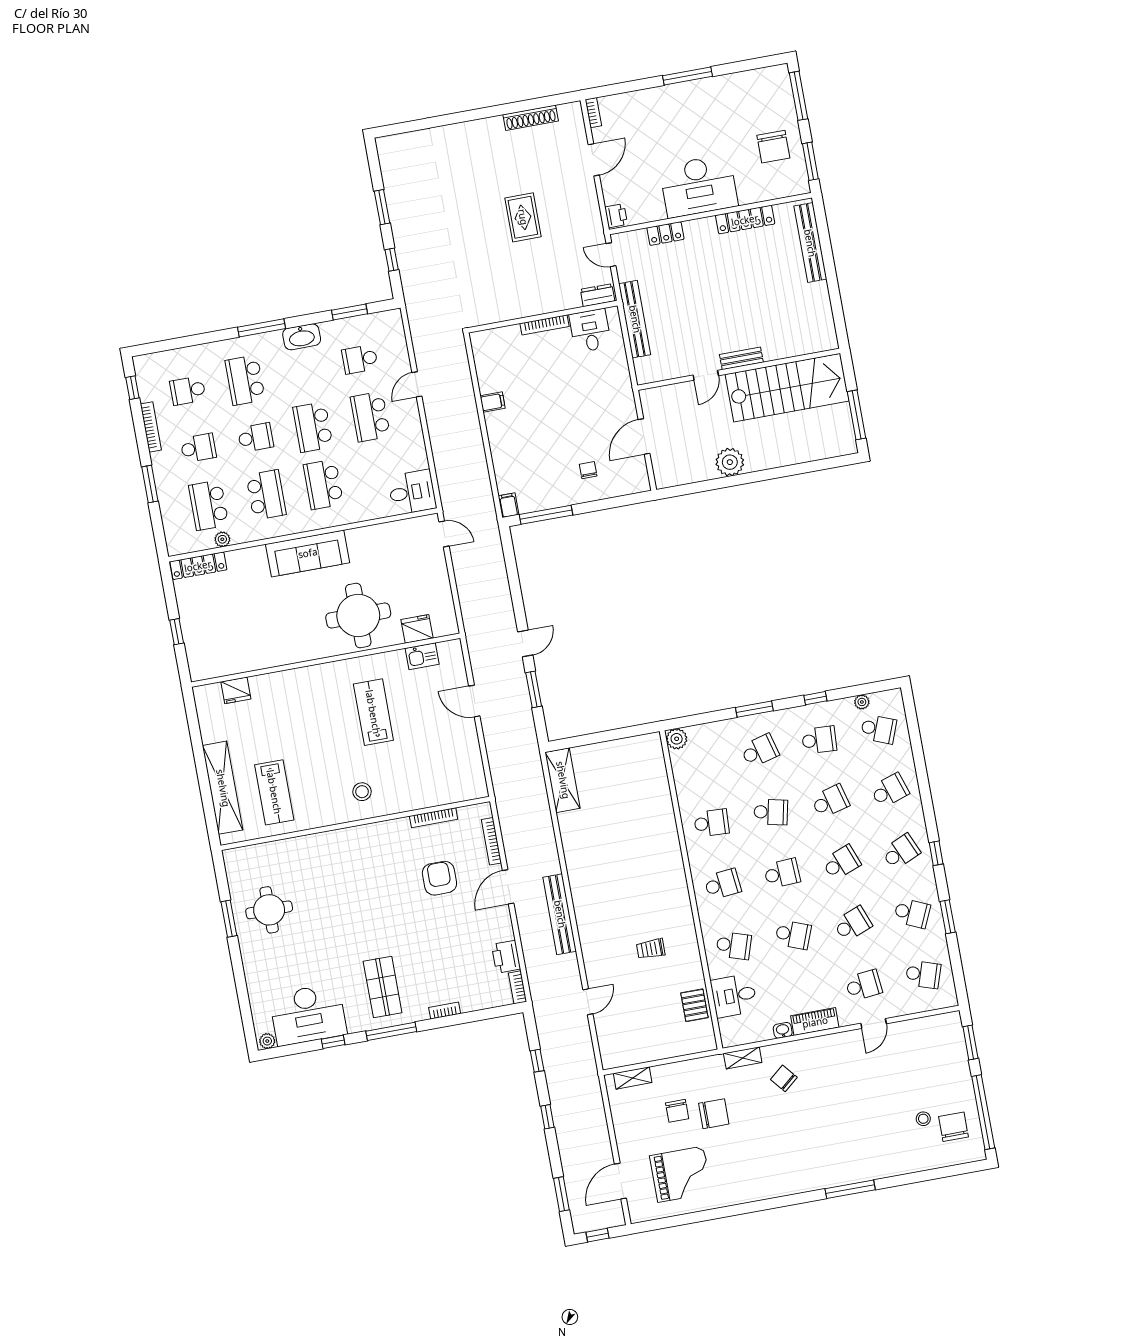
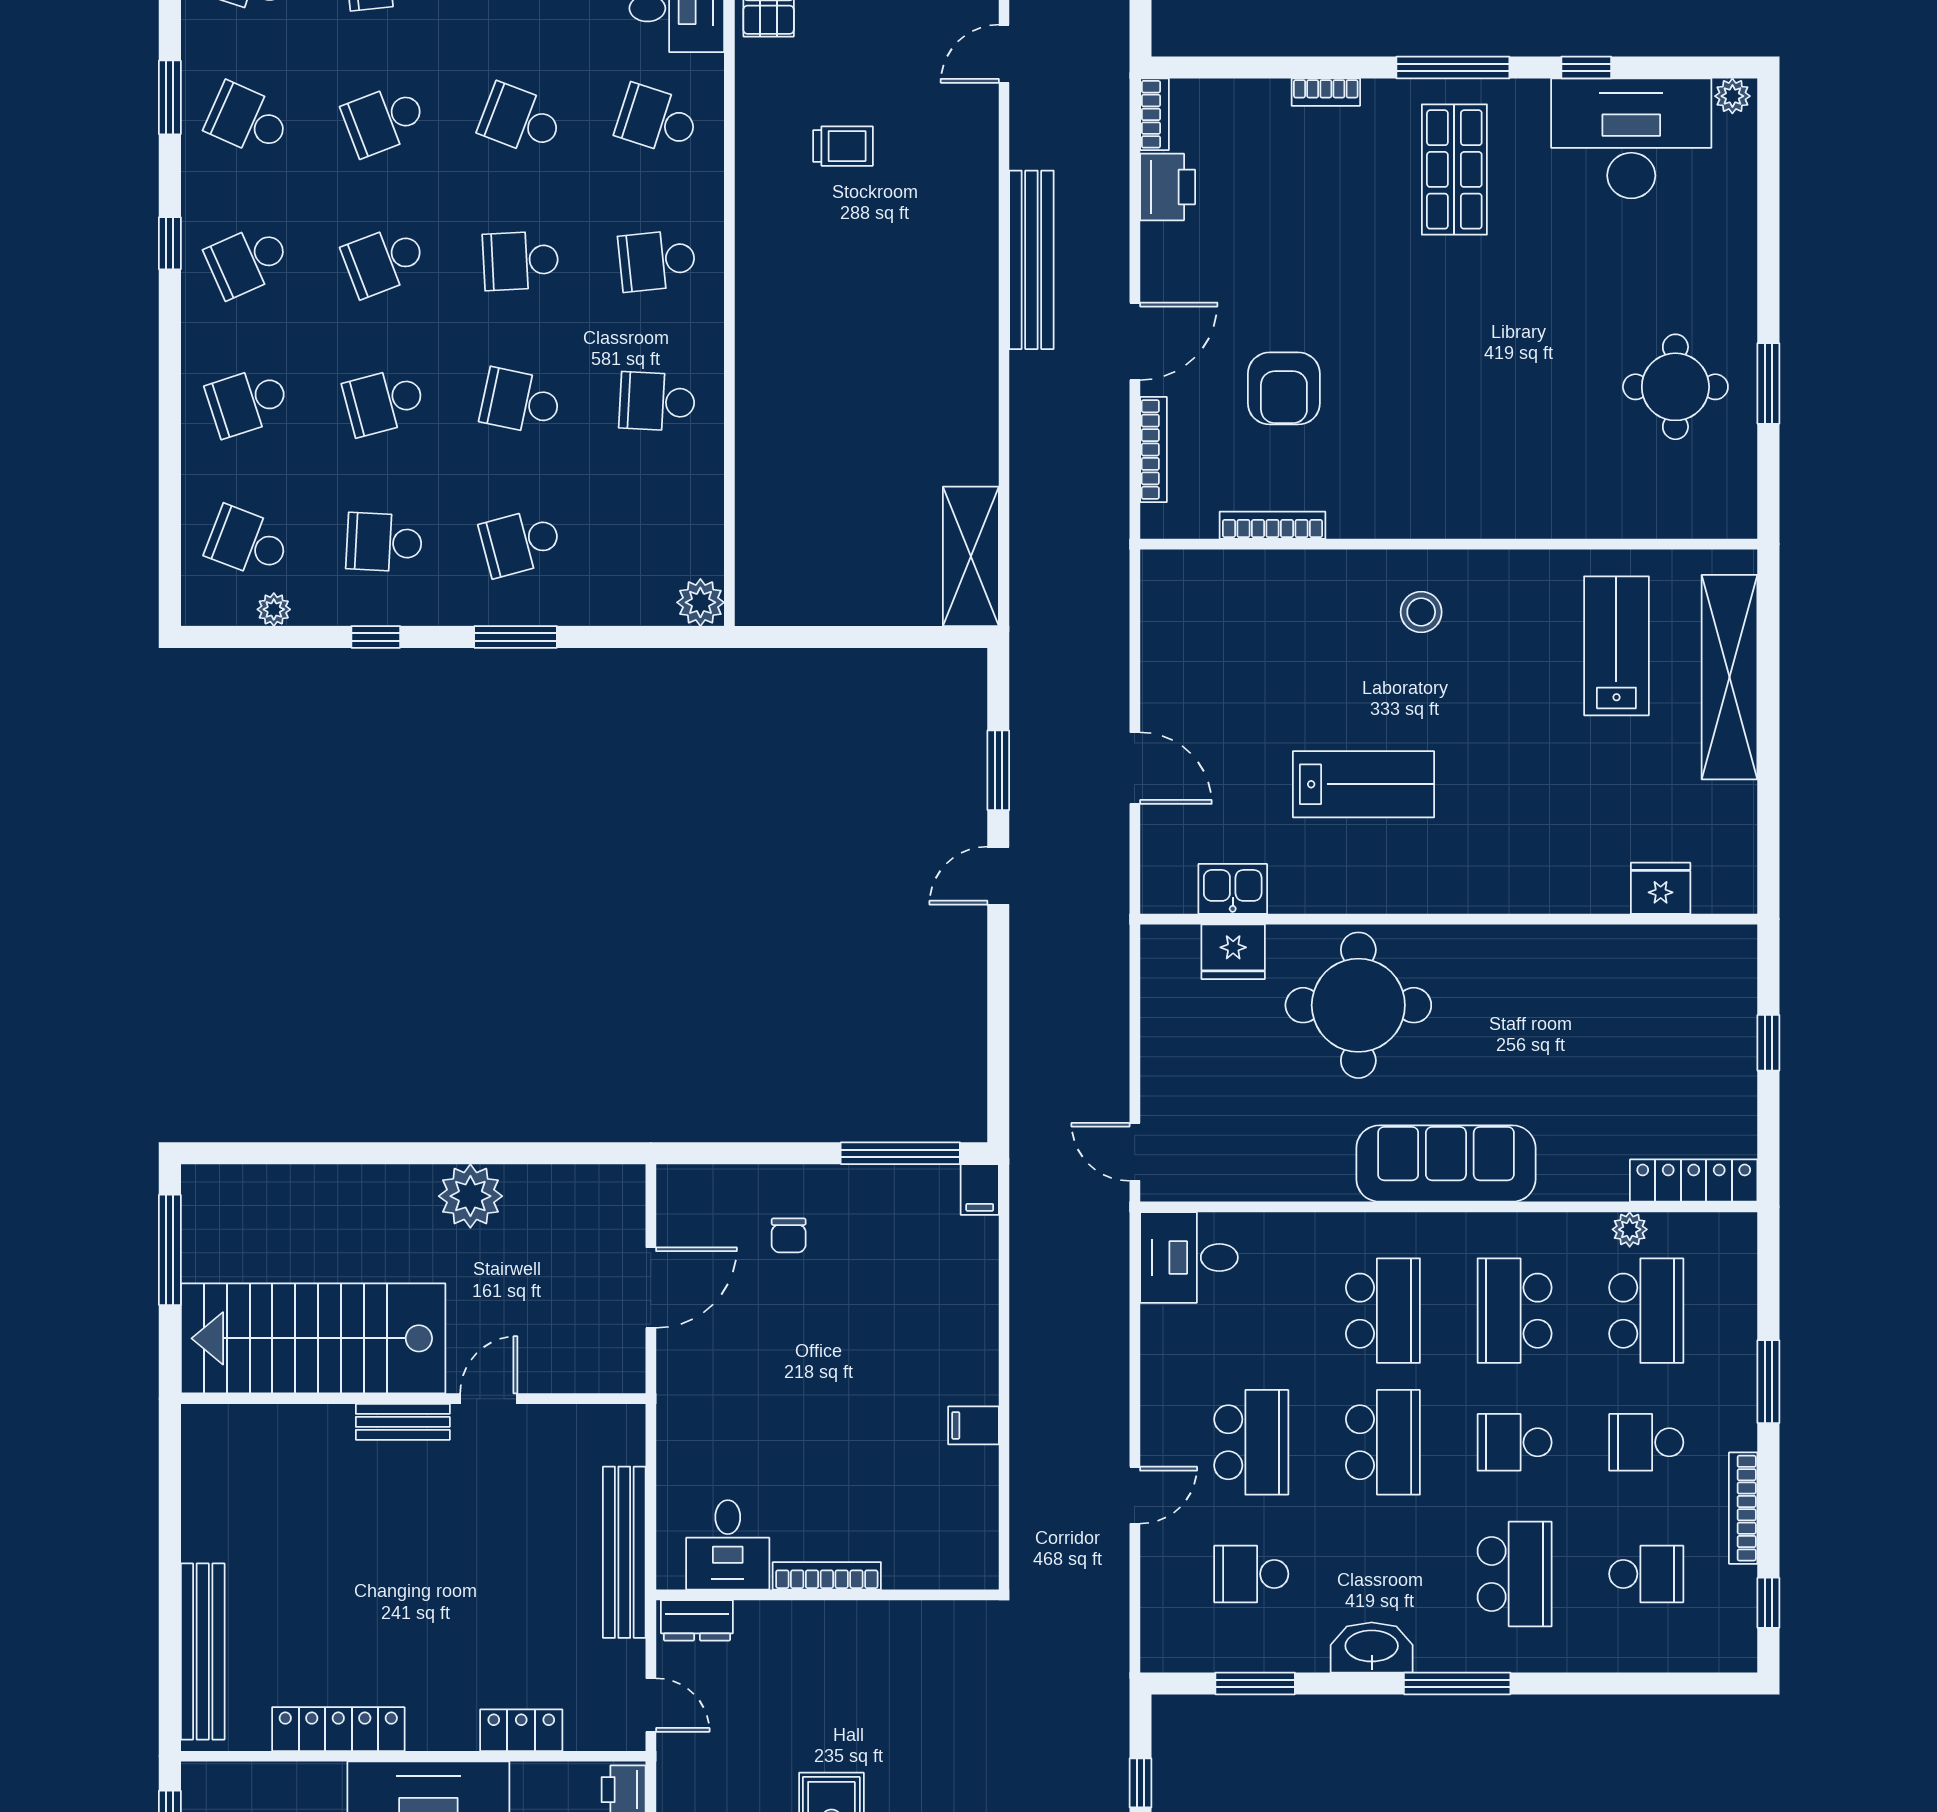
school desk: (360, 359) -> (1251, 1574), turned 180
lab bench: (373, 712) -> (1364, 784), turned -90

